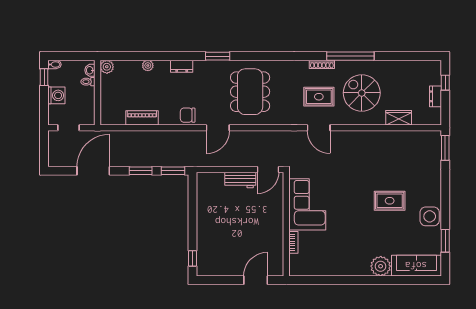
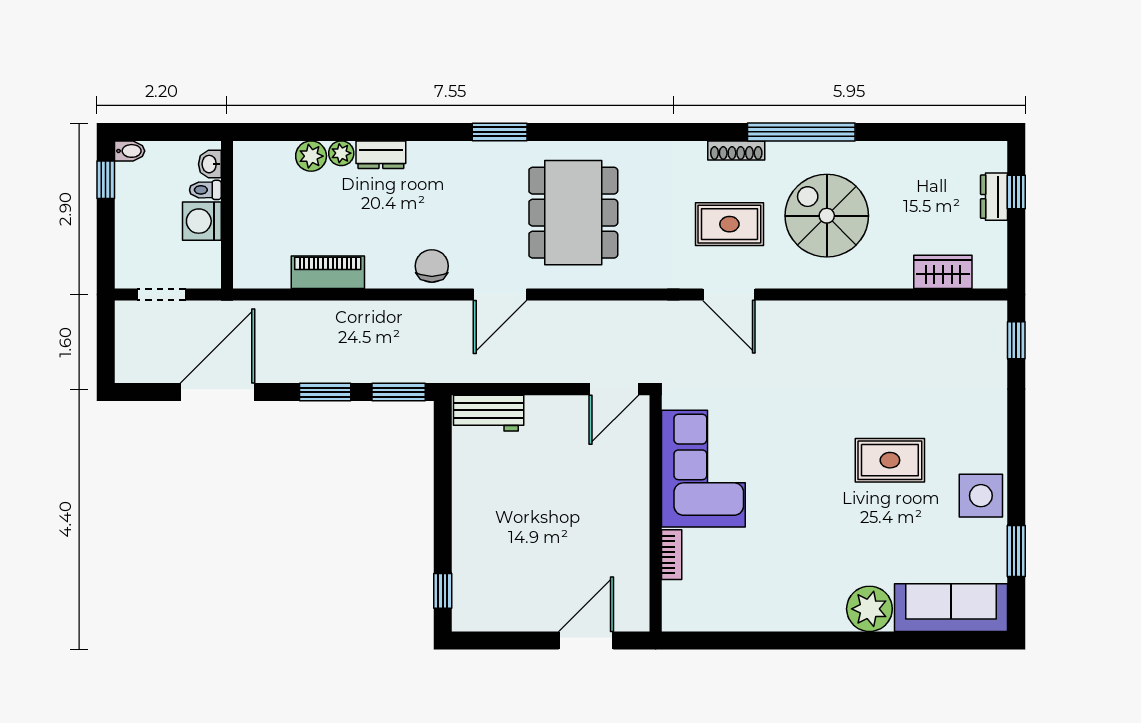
dresser: (182, 66) -> (381, 155), moved
plant: (107, 67) -> (311, 156), moved
washing machine: (56, 95) -> (202, 221), moved, turned 180
dresser: (435, 96) -> (994, 197), moved
chair: (188, 115) -> (432, 266), turned 90
wardrobe: (399, 118) -> (943, 272), moved
window: (445, 148) -> (1016, 340), width x0.67
workbench: (240, 180) -> (489, 413), moved

